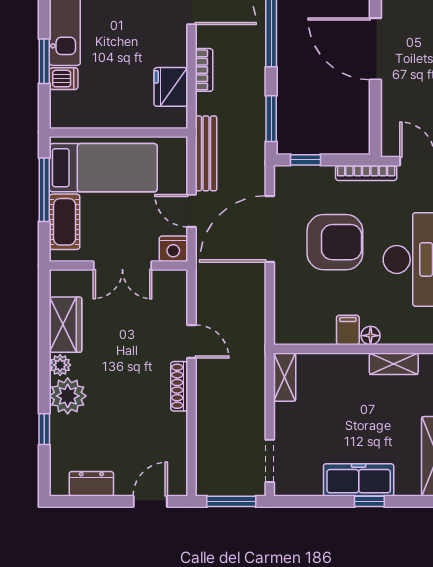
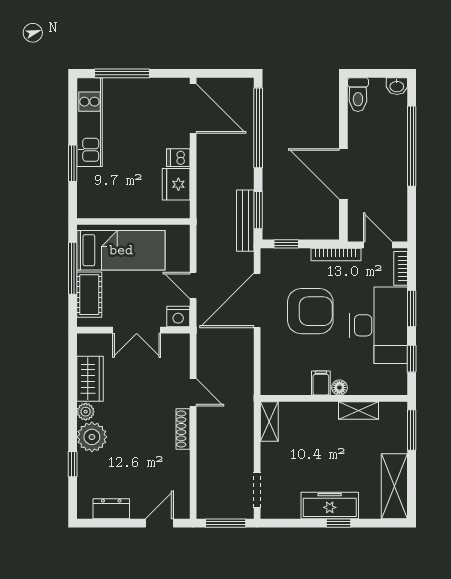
door: (375, 49) -> (343, 174), moved
bookcase: (204, 70) -> (203, 170), removed
dishwasher: (64, 79) -> (178, 158), moved, turned 180
bench: (206, 153) -> (245, 221), moved

